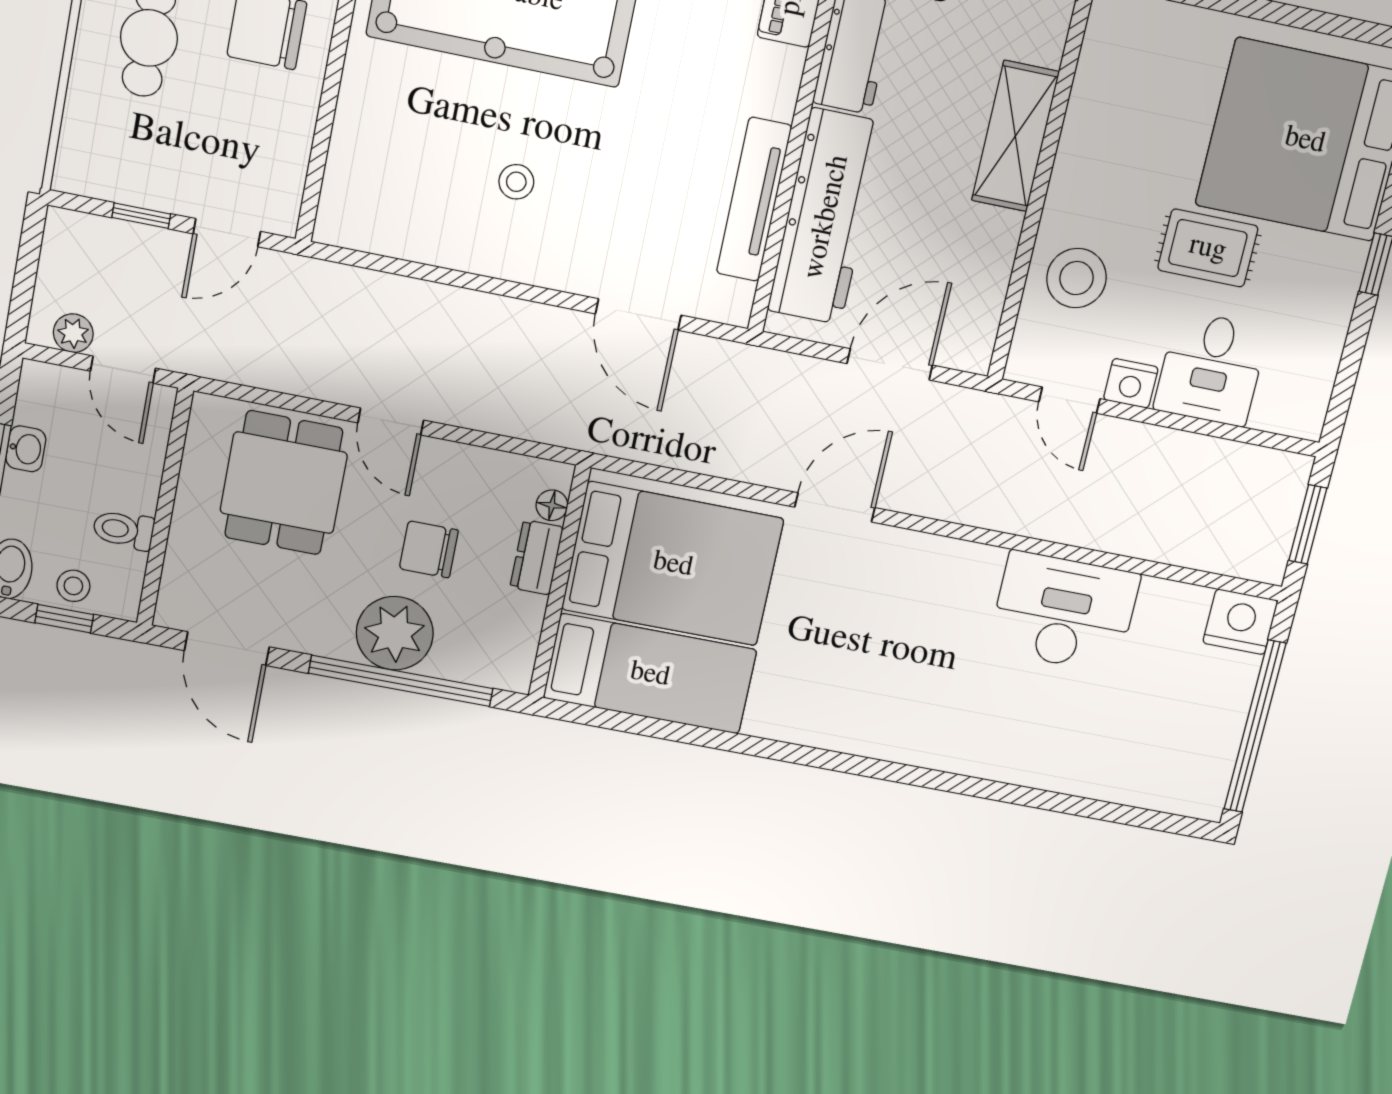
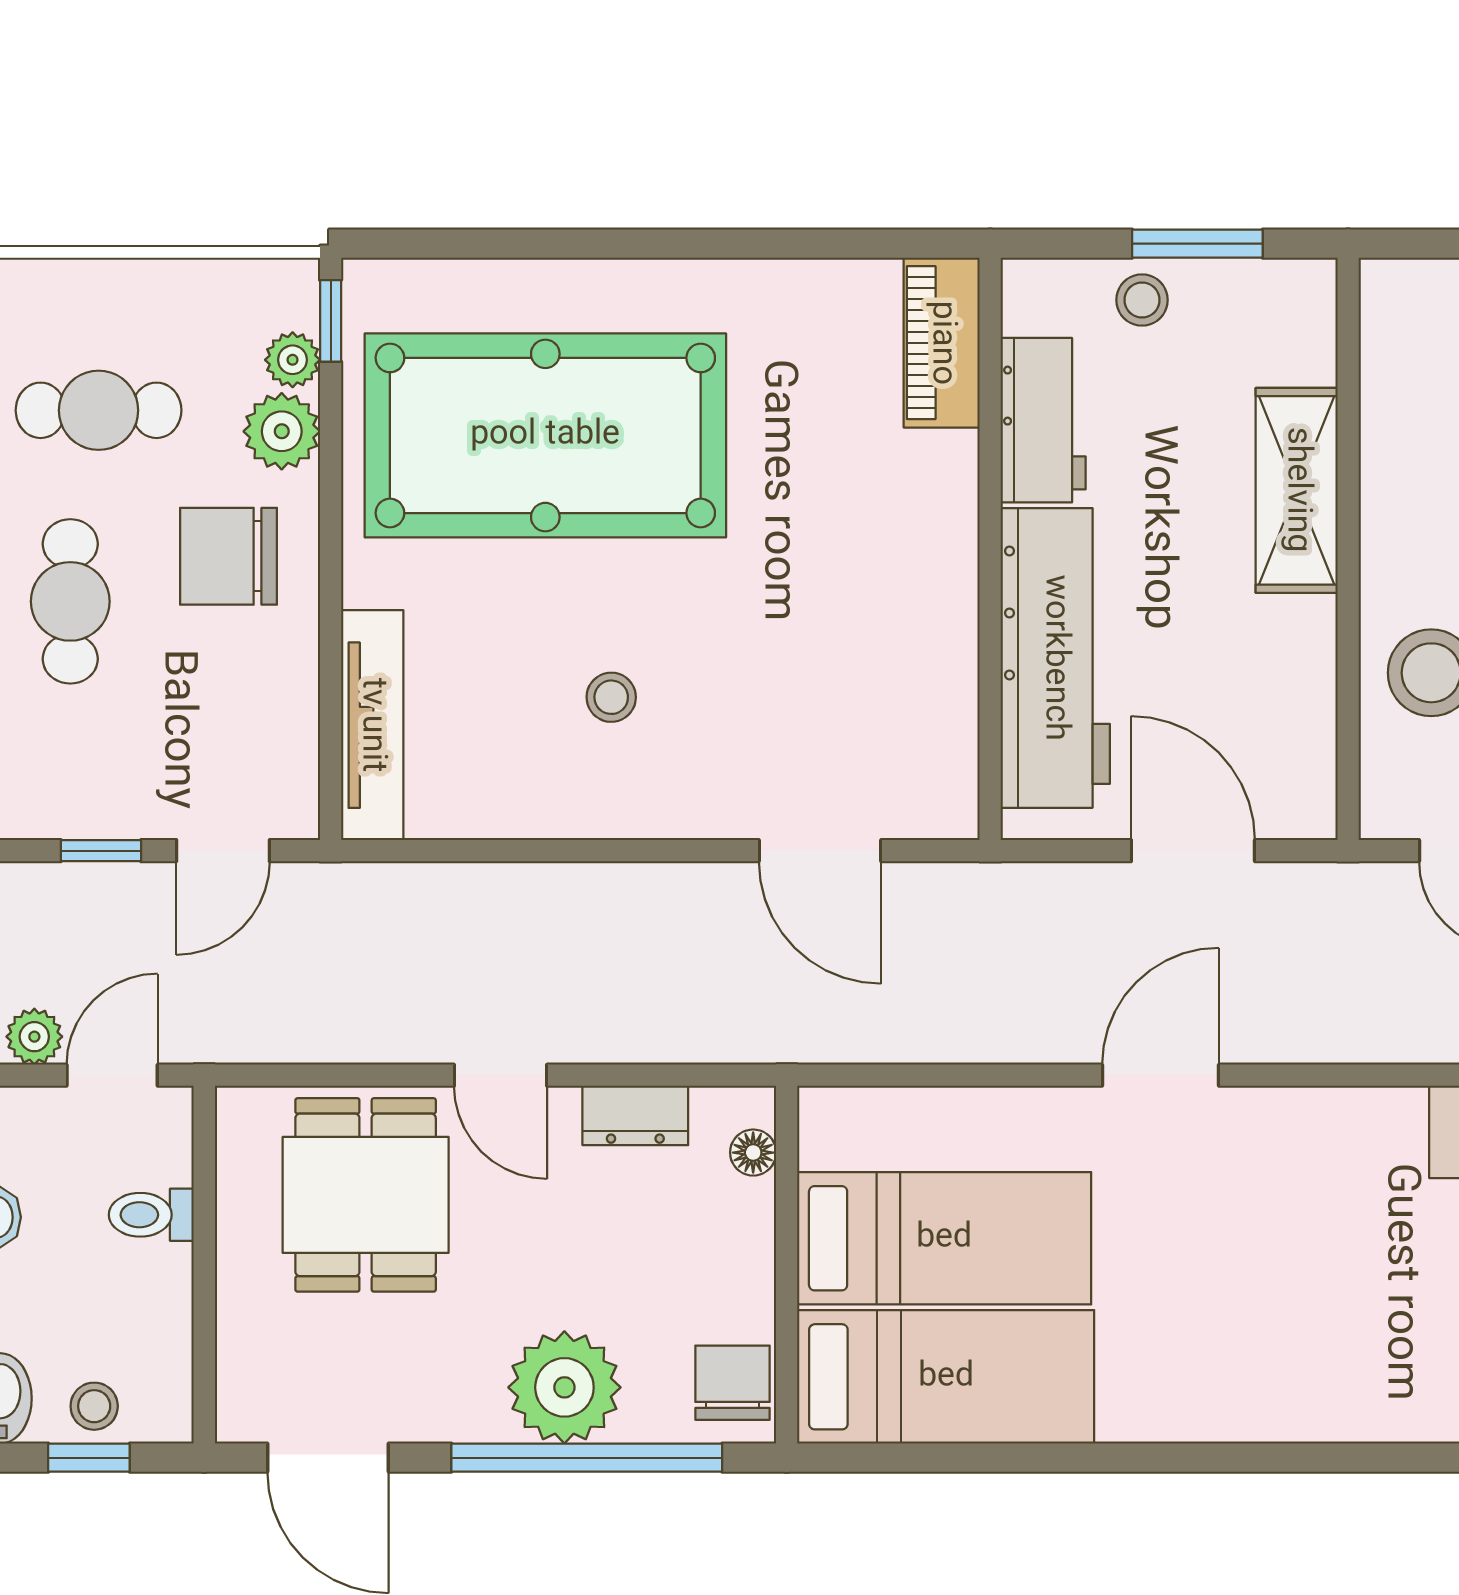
tv unit: (754, 199) -> (372, 725), moved, turned 180
door: (890, 364) -> (1193, 851), hinge flipped
door: (123, 370) -> (112, 1075), swing flipped
toilet: (123, 530) -> (151, 1215), moved
chair: (429, 549) -> (732, 1383), moved, turned 90
dresser: (537, 557) -> (635, 1115), moved, turned -90
bed: (673, 564) -> (944, 1238), width x0.67

